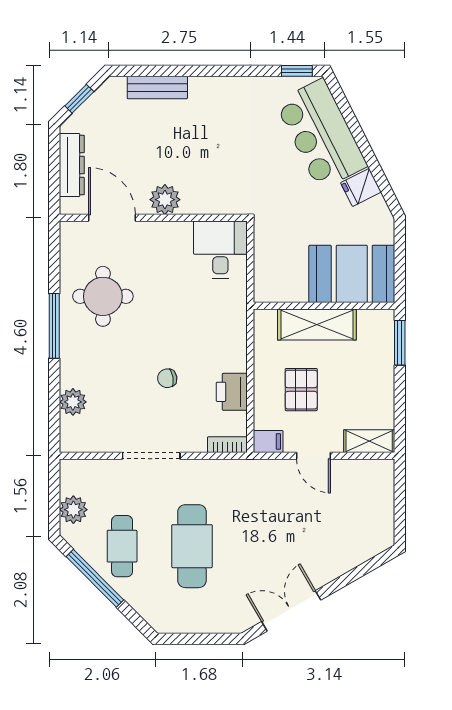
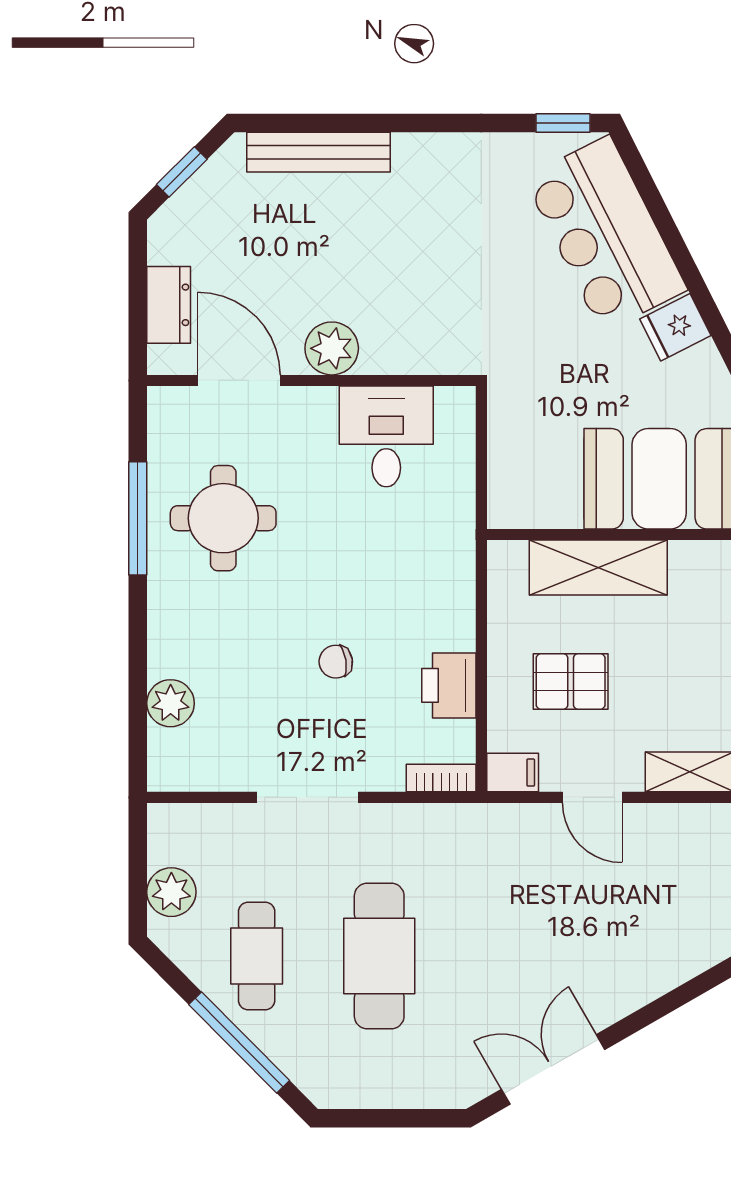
bench: (157, 88) -> (318, 152), width x1.36
dresser: (72, 165) -> (169, 305), width x0.70
desk: (220, 250) -> (386, 436), moved
window: (54, 326) -> (138, 518), moved
pallet: (301, 390) -> (571, 681), turned 90
window: (95, 578) -> (239, 1042), moved

